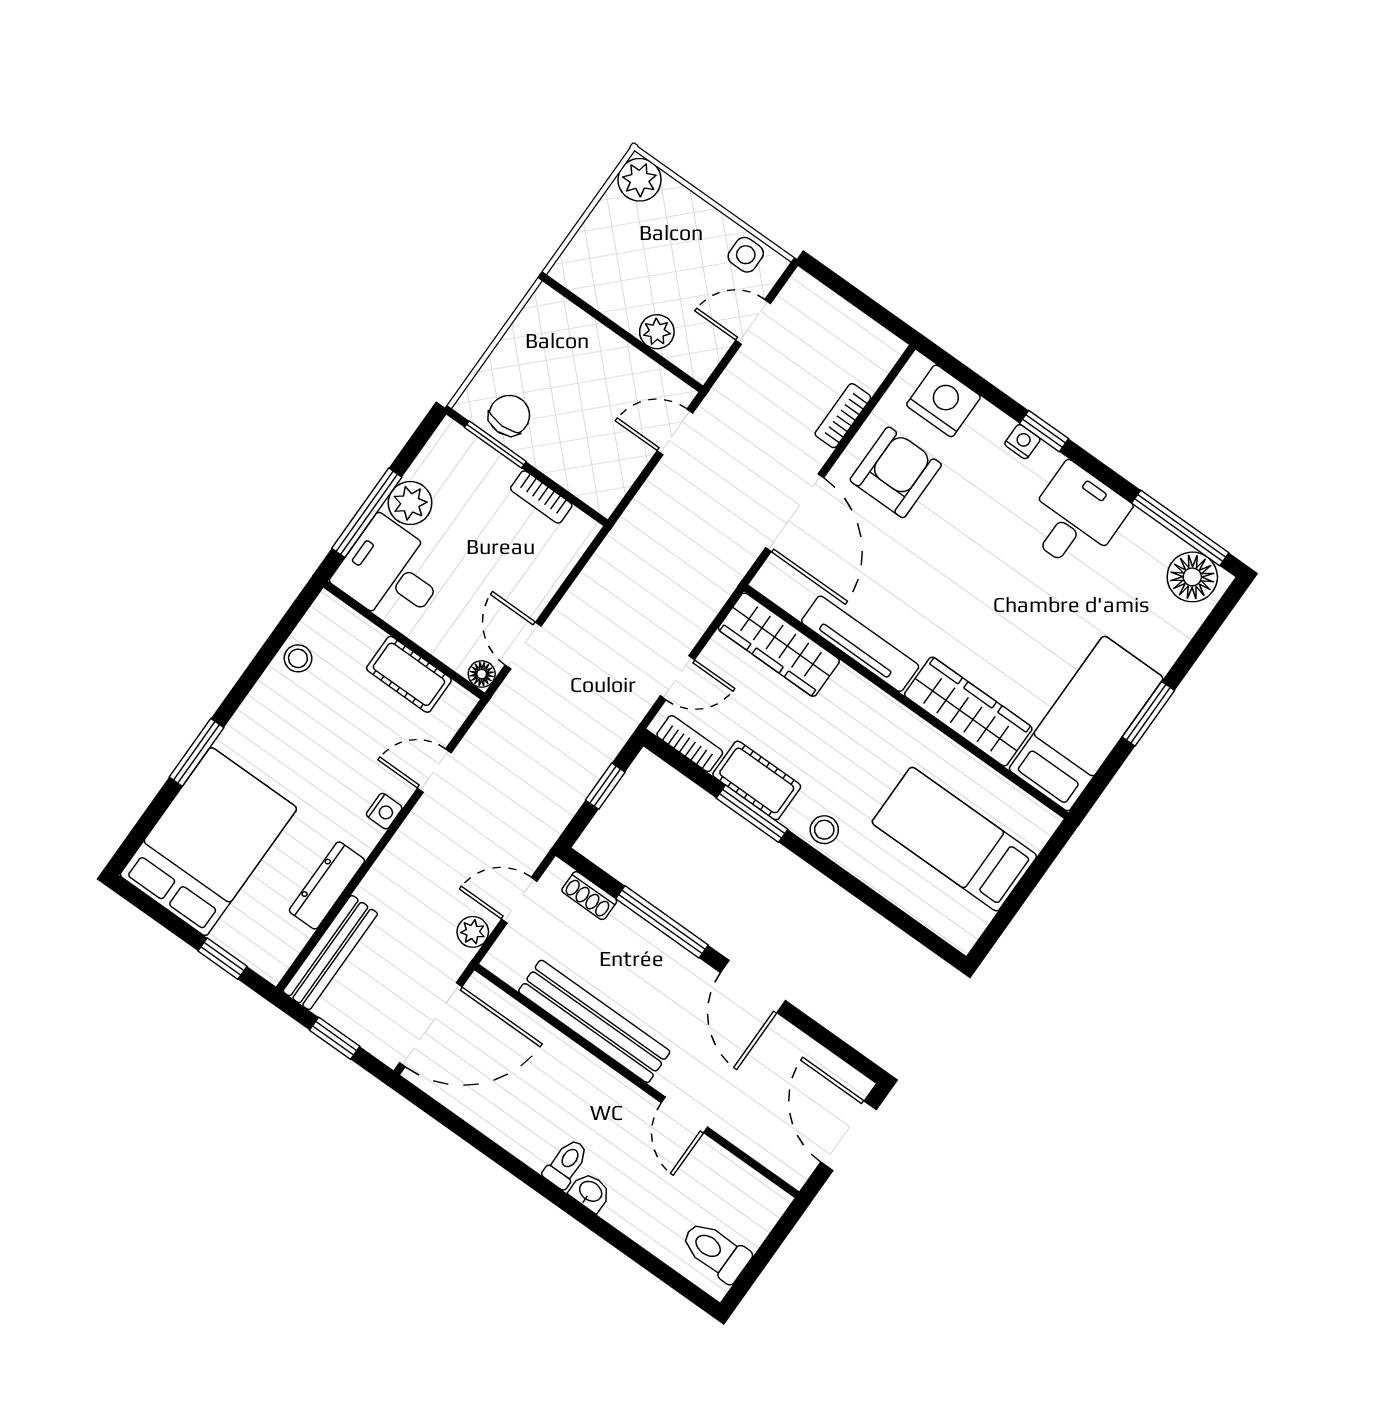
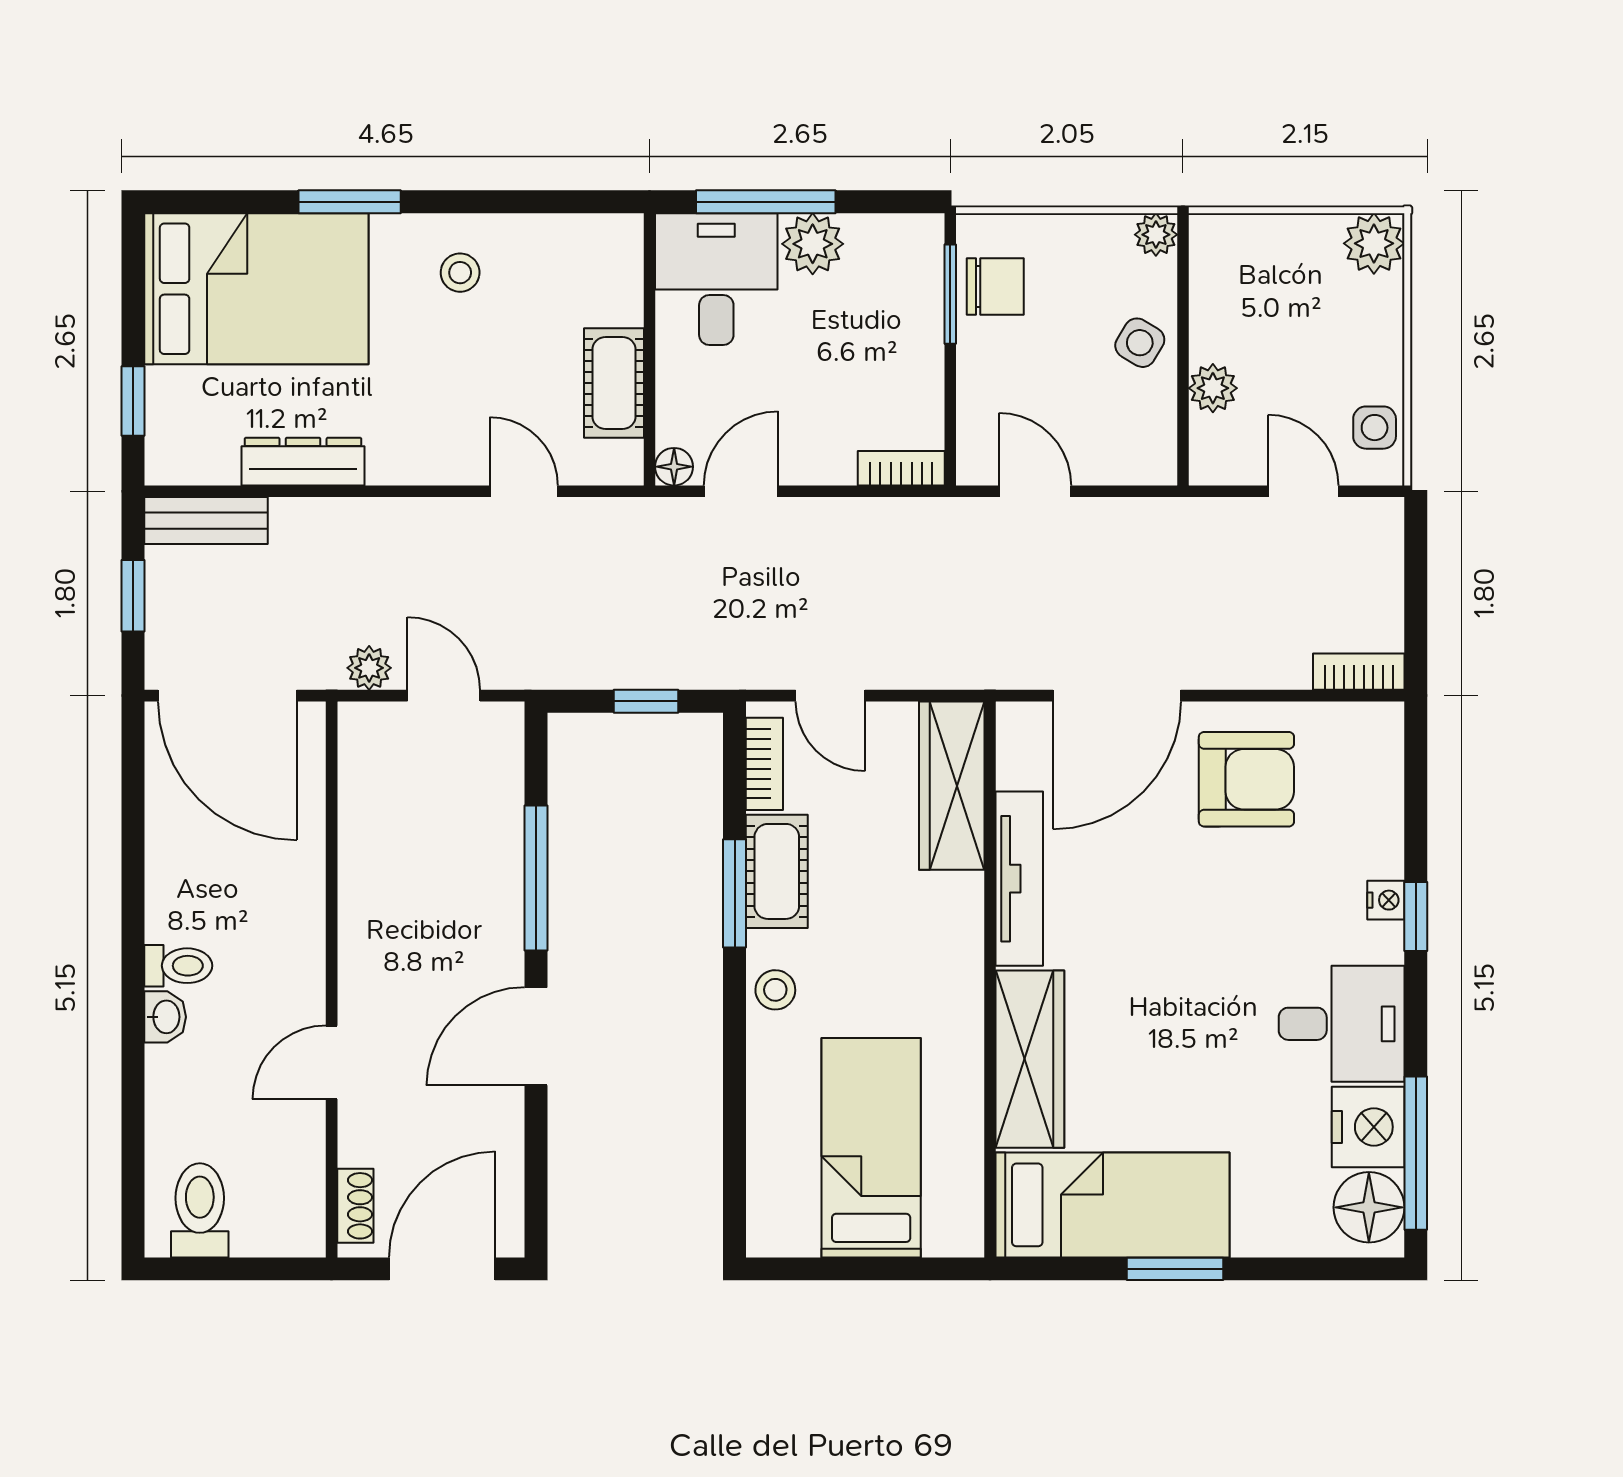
plant: (545, 302) -> (1156, 235), added
side table: (601, 355) -> (1140, 343), added
nightstand: (943, 401) -> (1368, 1127), moved
bookcase: (843, 416) -> (1359, 672), moved
door: (675, 432) -> (1035, 491), moved
bookcase: (541, 497) -> (901, 468), moved, turned 90
stool: (298, 658) -> (460, 273), moved
nightstand: (384, 811) -> (436, 467), removed
shoe rack: (589, 896) -> (355, 1206), moved, turned 180
bench: (330, 953) -> (206, 521), width x0.73
bench: (594, 1021) -> (365, 882), removed

